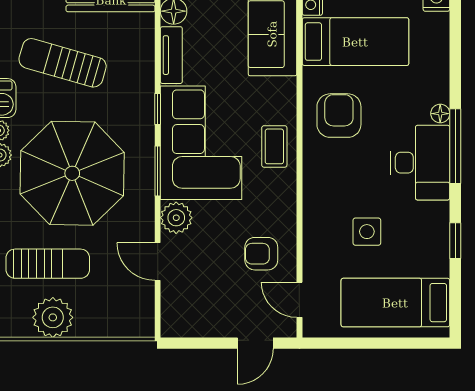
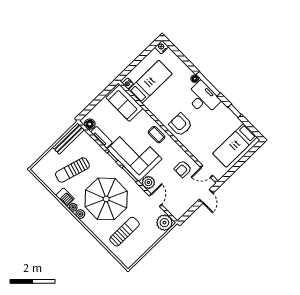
armchair: (339, 116) -> (180, 125), moved
side table: (367, 232) -> (207, 133), removed
door: (158, 262) -> (155, 200), swing flipped
plant: (53, 317) -> (164, 223), moved

